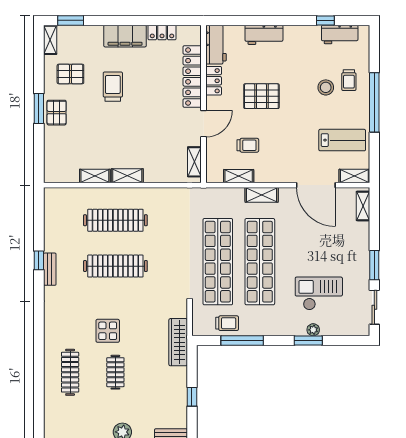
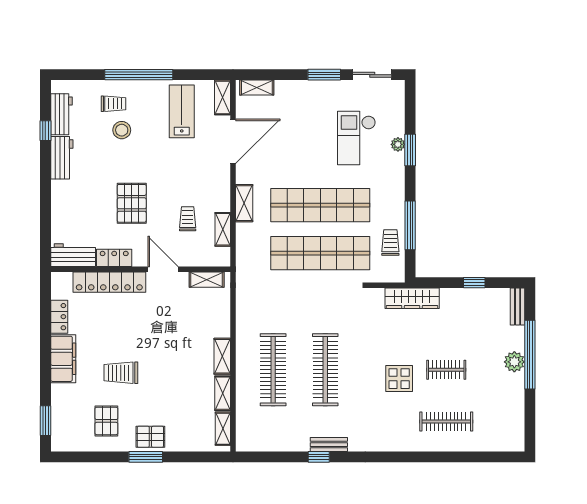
workbench: (264, 35) -> (62, 158), moved
shelving: (50, 40) -> (223, 429), moved, turned 90

